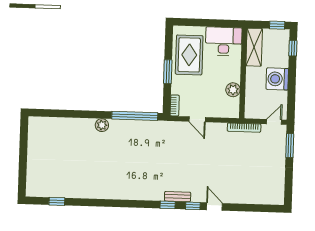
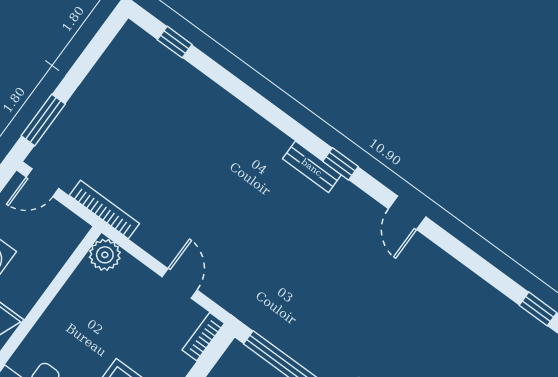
plant: (233, 90) -> (105, 255), moved
window: (193, 206) -> (175, 42), moved
door: (214, 207) -> (407, 213), moved

